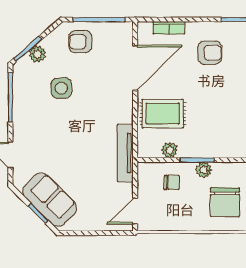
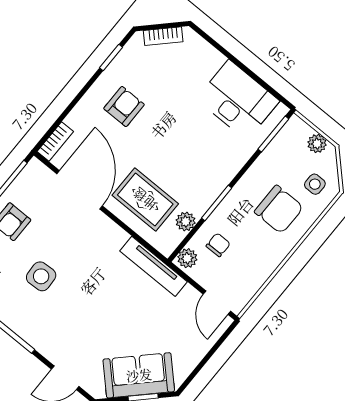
bookcase: (169, 28) -> (55, 141), moved
rug: (163, 114) -> (145, 199), turned 90
plant: (204, 170) -> (187, 258), moved

